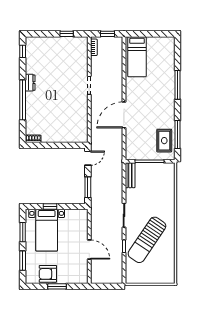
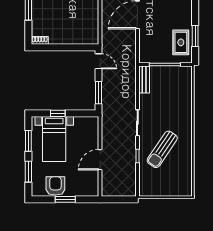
window: (177, 135) -> (195, 36), width x0.69
door: (88, 158) -> (99, 61), hinge flipped
sun lounger: (147, 240) -> (162, 149), width x0.73, depth x0.75
door: (89, 249) -> (100, 160), swing flipped
armchair: (48, 274) -> (55, 186), turned 90

